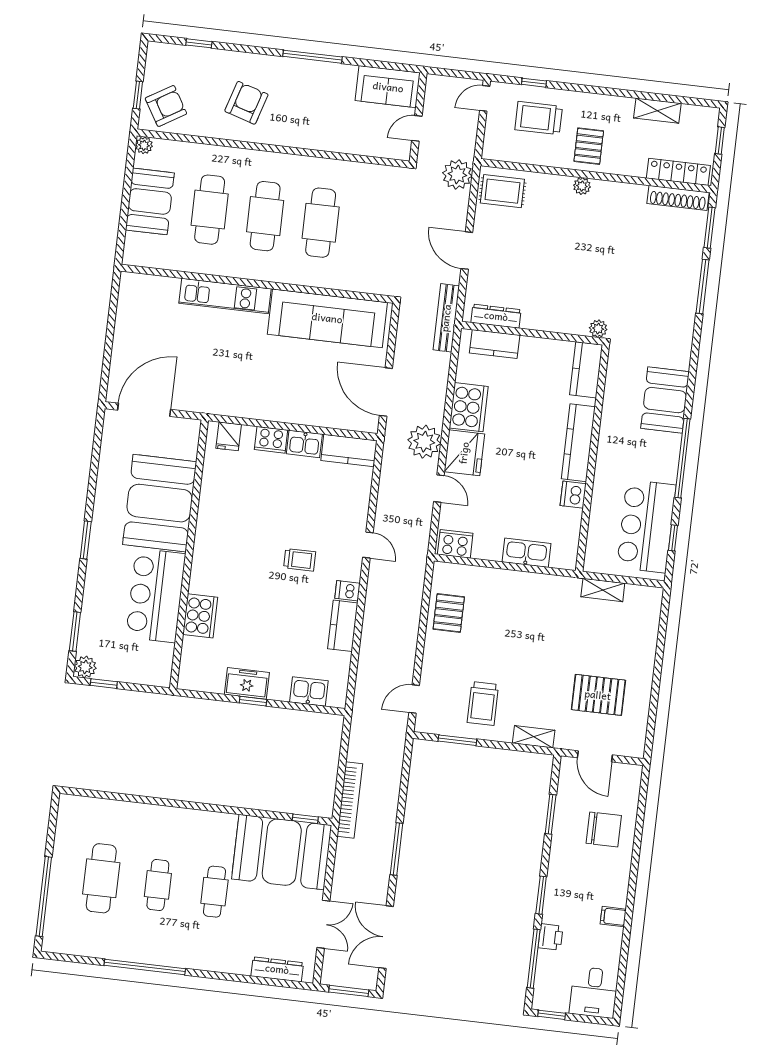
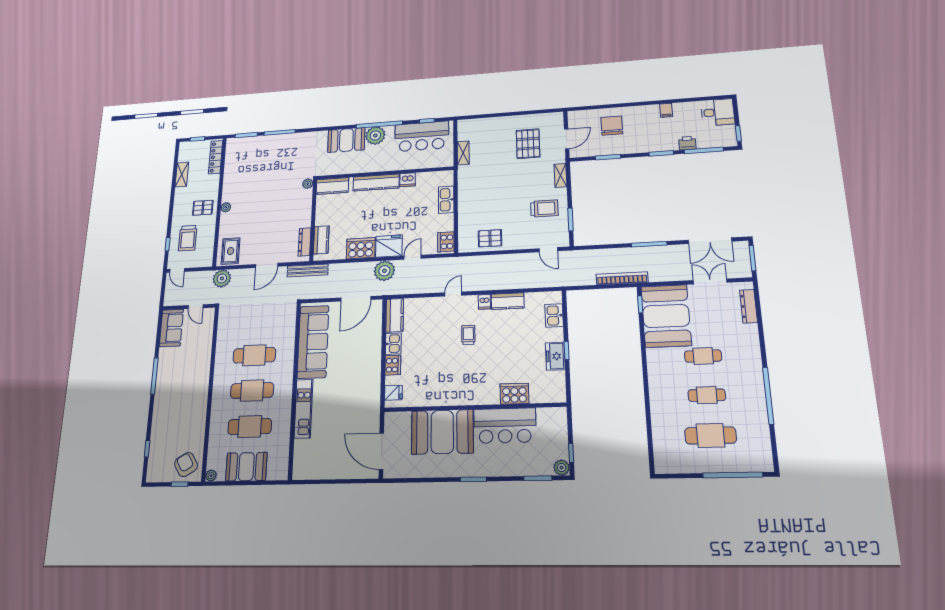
armchair: (246, 103) -> (183, 413), removed
shoe rack: (678, 198) -> (230, 155), removed
plant: (663, 450) -> (375, 135), added

